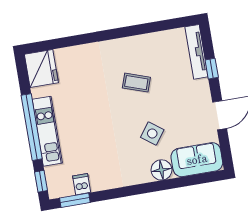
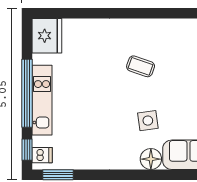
side table: (152, 133) -> (148, 121), turned 45
dishwasher: (82, 184) -> (42, 155), moved, turned 90

